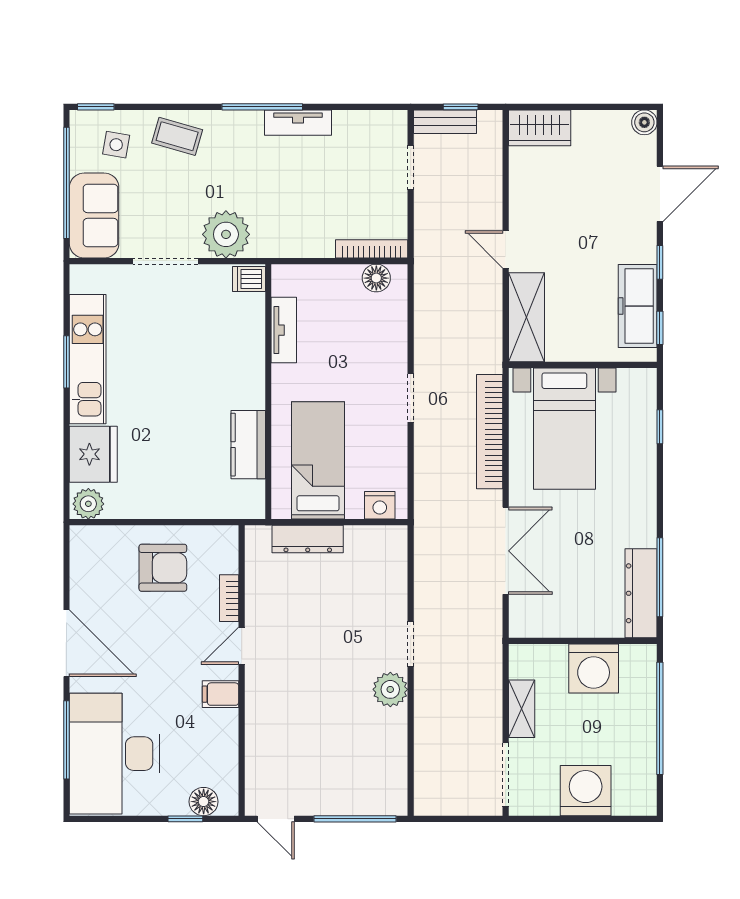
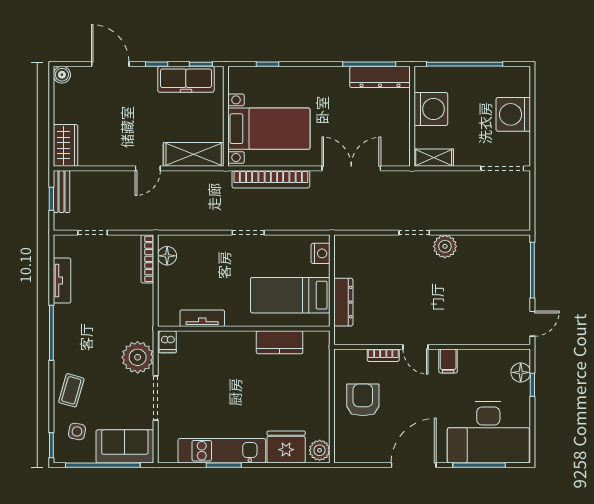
bench: (445, 122) -> (61, 192), moved
tv unit: (298, 123) -> (62, 281), moved
shelving: (522, 709) -> (434, 158), moved

